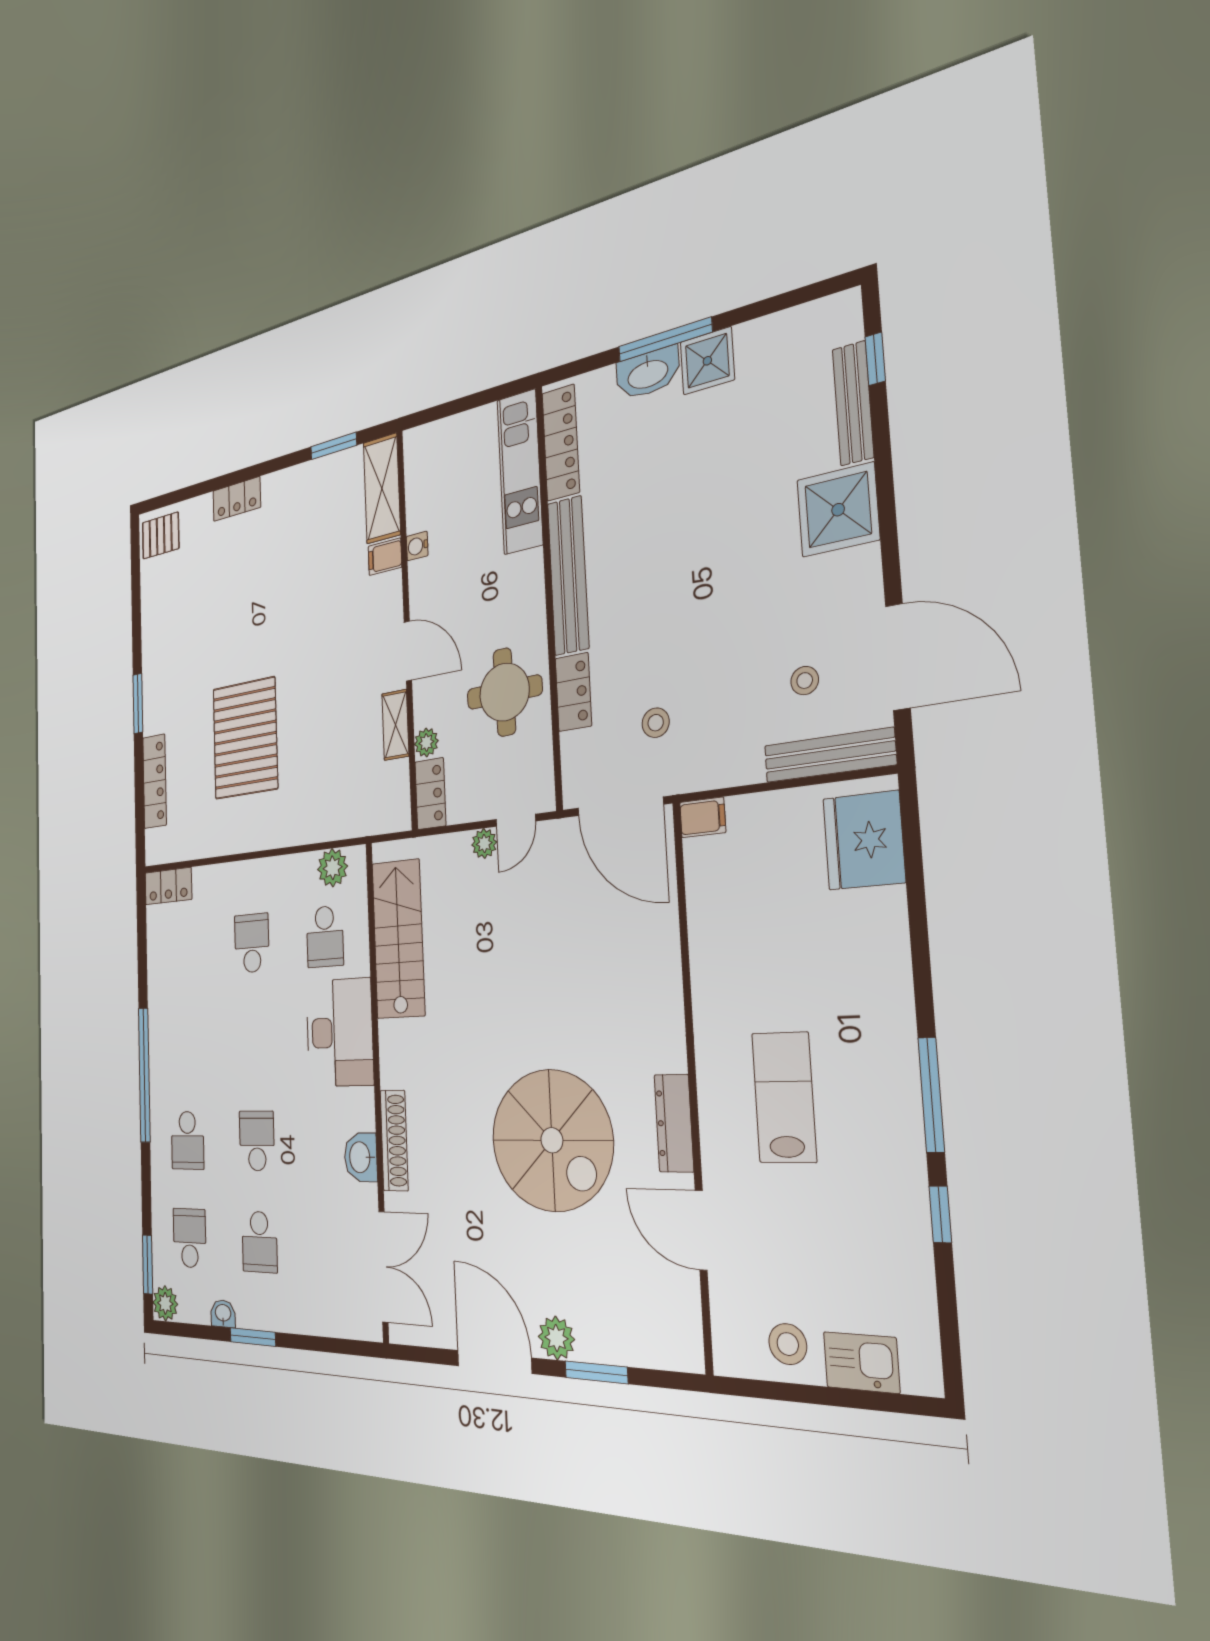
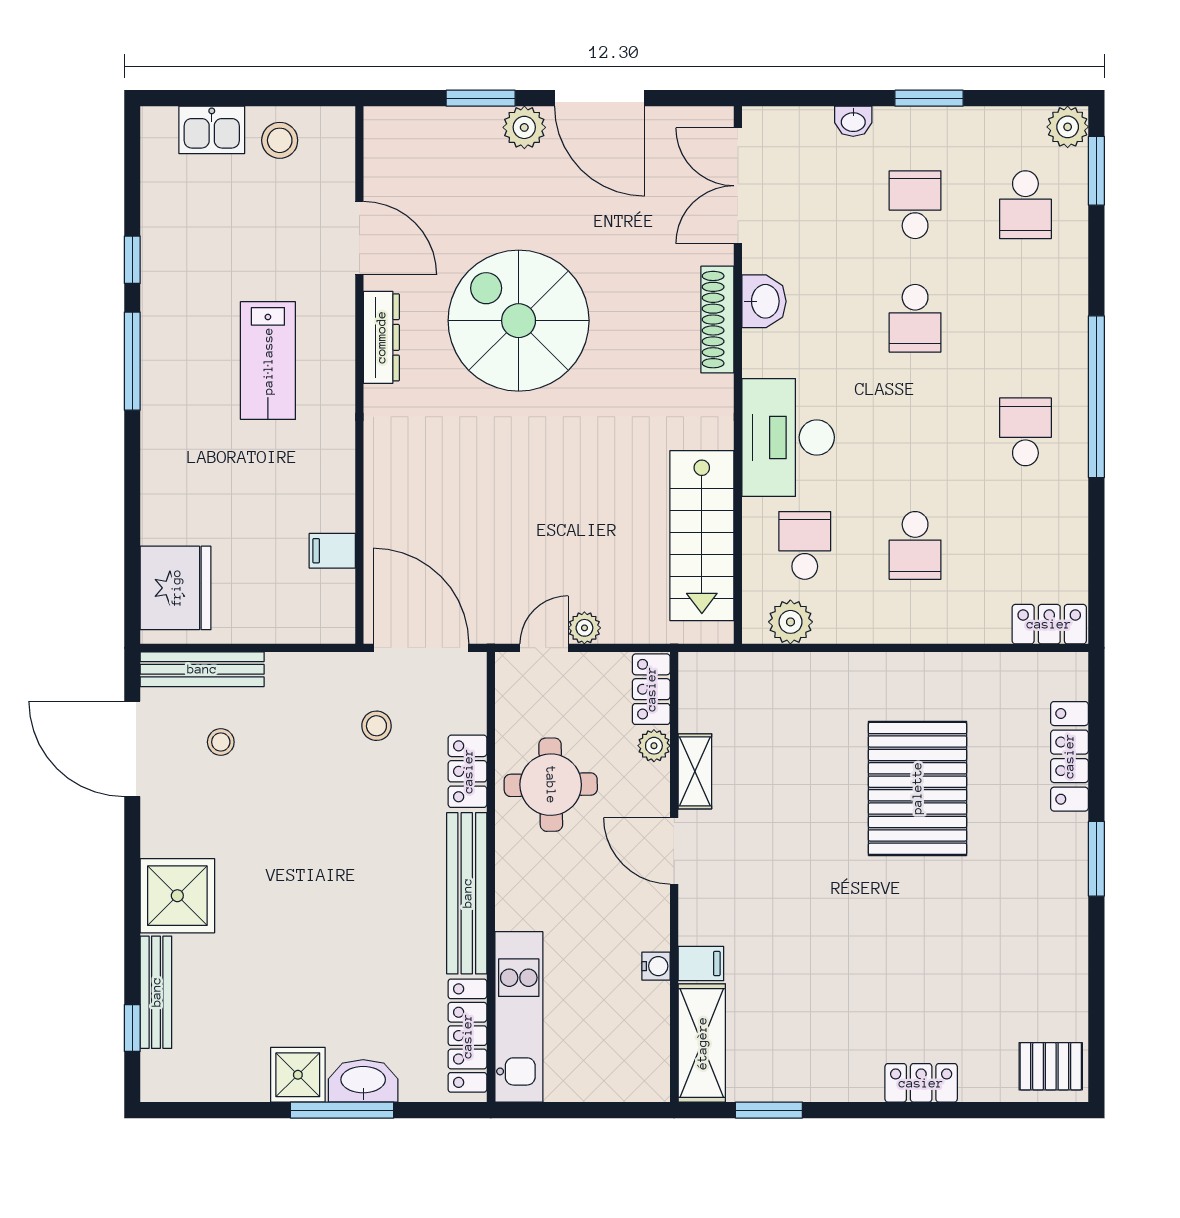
filing cabinet: (703, 817) -> (332, 551), moved
school desk: (188, 1140) -> (1025, 432), moved
washbasin: (223, 1314) -> (853, 121), moved

